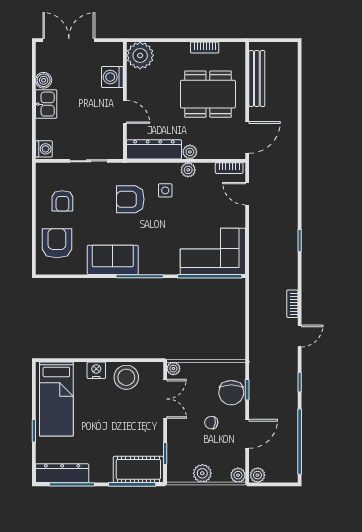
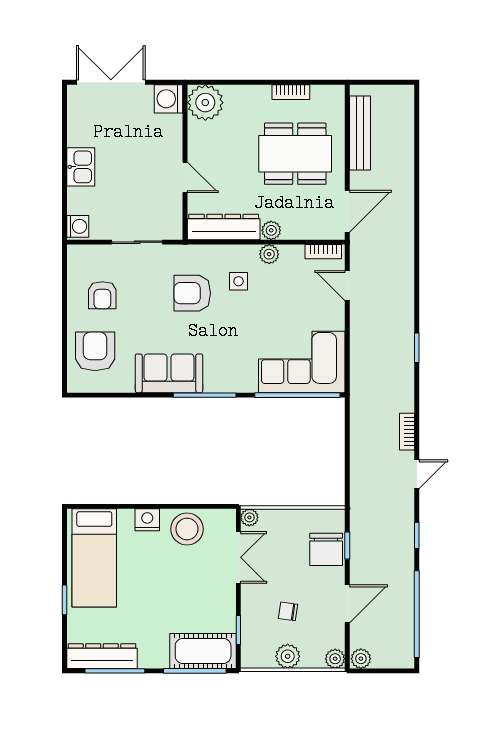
washing machine: (112, 77) -> (169, 99), moved
boiler: (44, 80) -> (77, 135), removed
chair: (211, 423) -> (288, 611), moved

